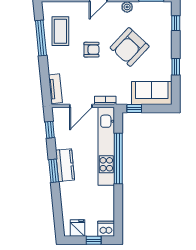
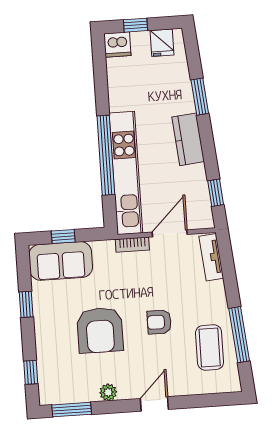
armchair: (130, 47) -> (100, 330), turned 137
window: (134, 108) -> (63, 236), moved
window: (54, 171) -> (200, 97), moved

